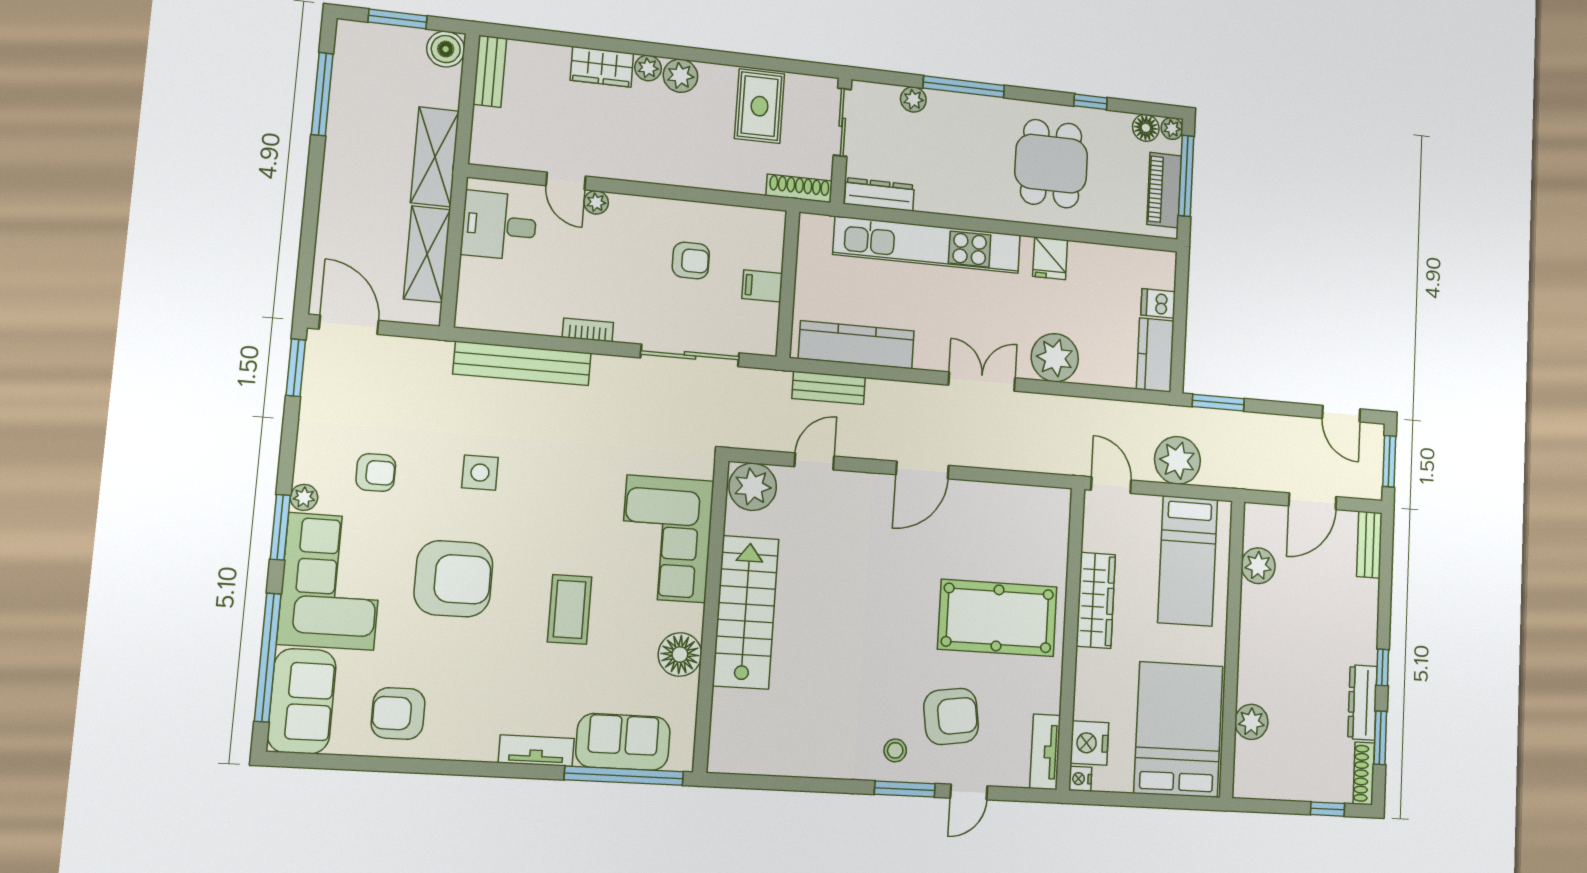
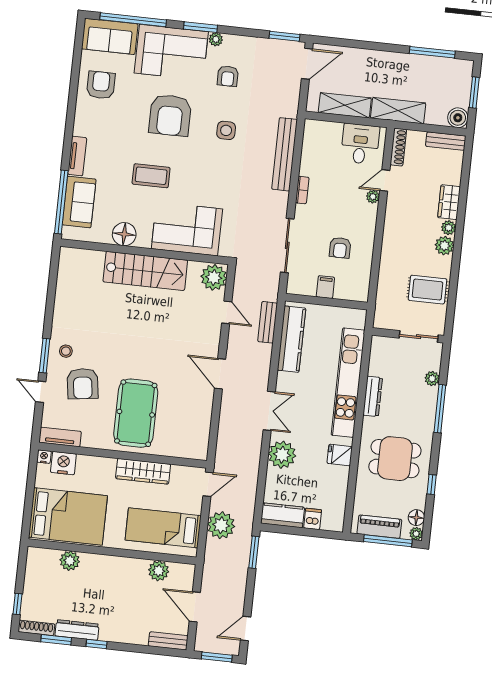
shoe rack: (799, 188) -> (398, 147), moved
dresser: (879, 194) -> (373, 396), moved

